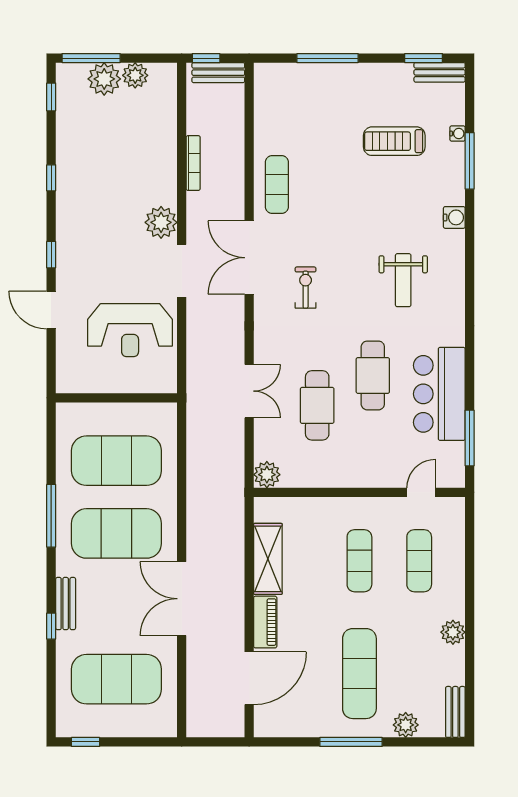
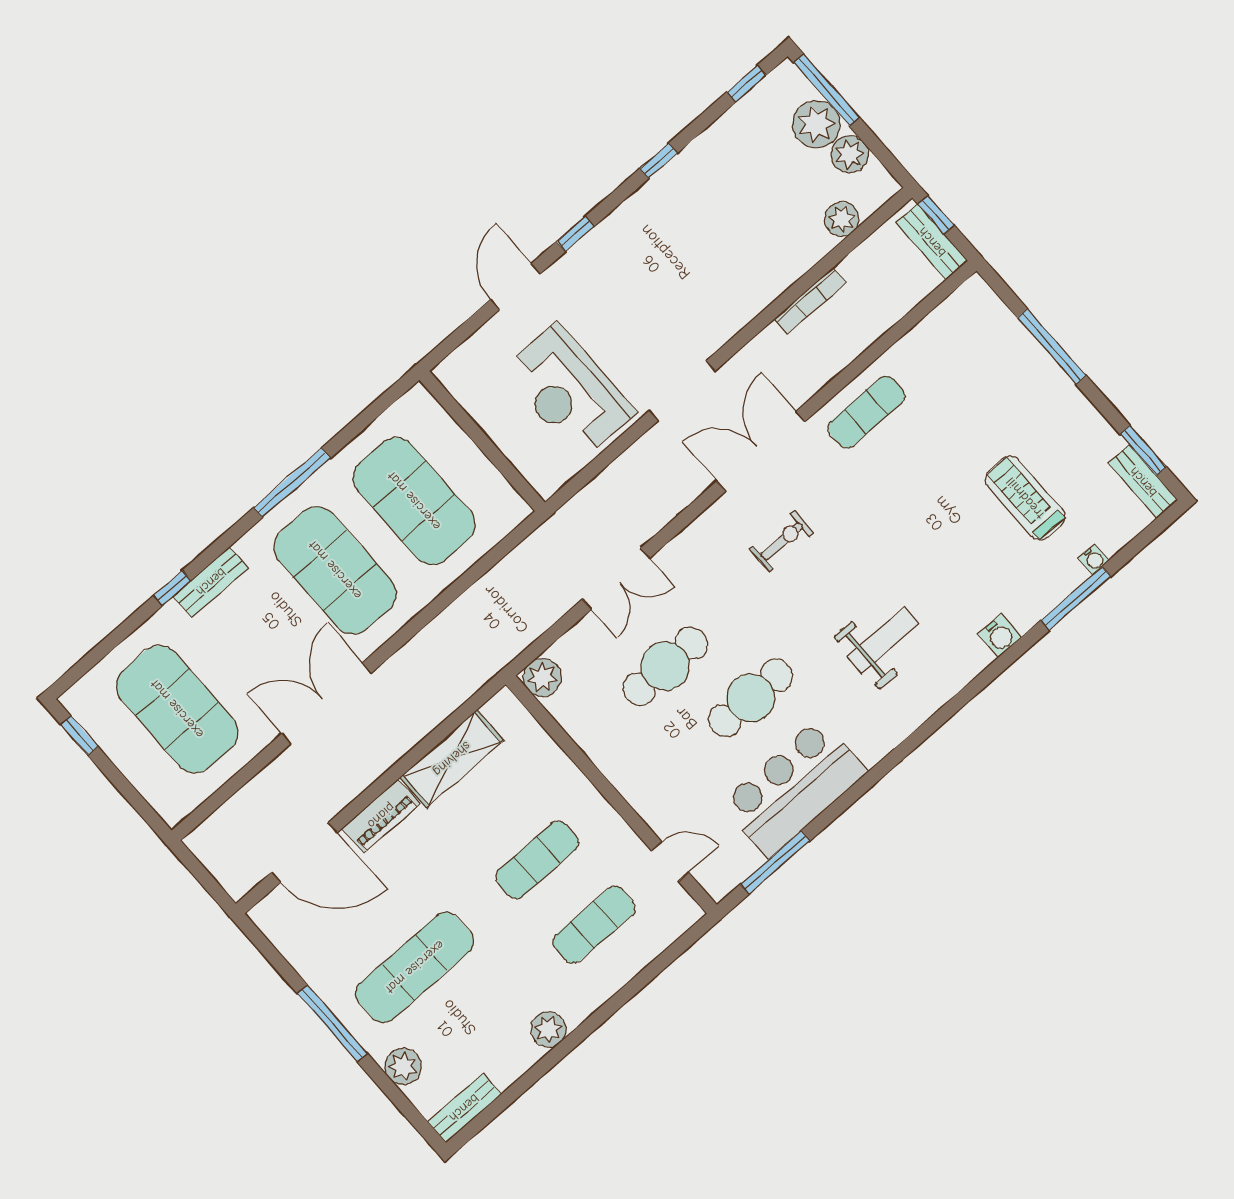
plant: (161, 222) -> (842, 219), moved, width x0.73, depth x0.73
weight bench: (403, 280) -> (883, 640), turned 180

